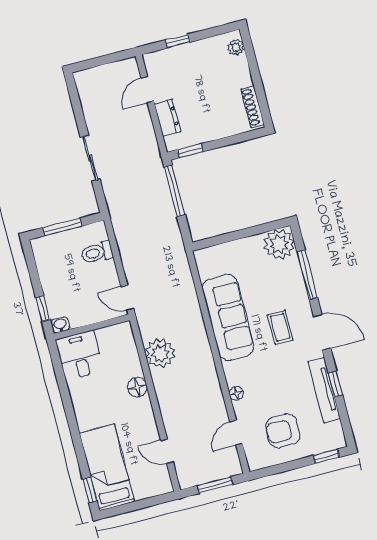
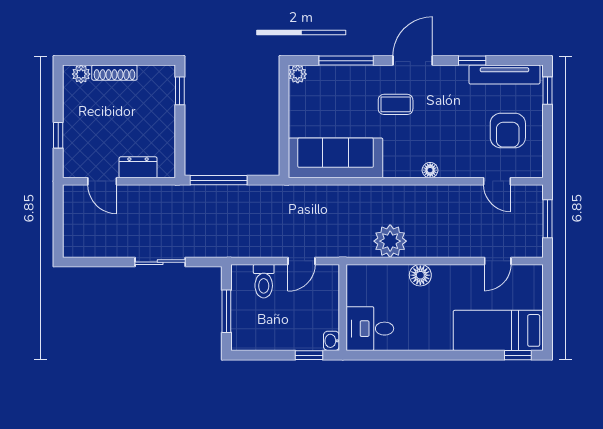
shoe rack: (253, 107) -> (114, 73), moved
window: (190, 151) -> (180, 91), moved
plant: (279, 244) -> (298, 74), width x0.53, depth x0.53
door: (127, 298) -> (301, 261), moved
sofa: (228, 317) -> (336, 158), moved
tv unit: (324, 390) -> (504, 75), moved
floor lamp: (236, 393) -> (430, 170), moved

